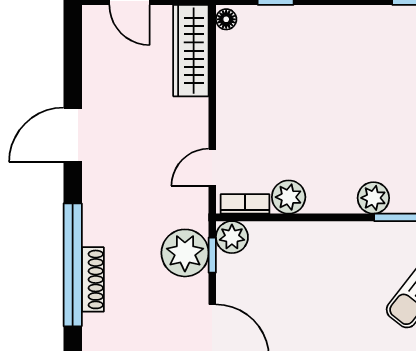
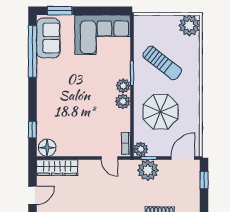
floor lamp: (226, 19) -> (47, 148), width x1.89, depth x1.89
plant: (289, 197) -> (123, 101), moved
parasol: (315, 281) -> (160, 112), added

